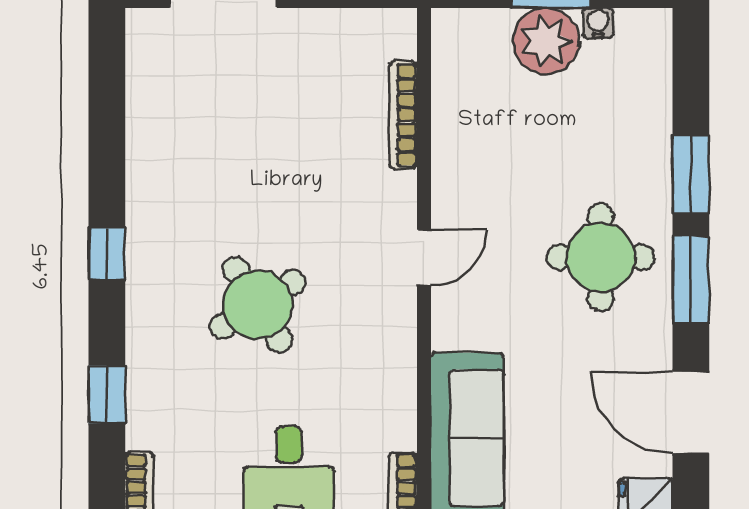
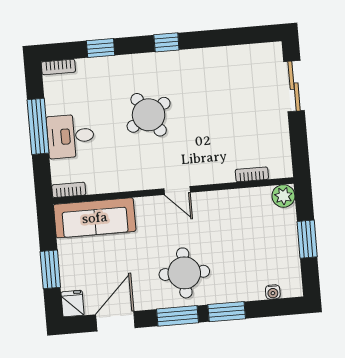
water cooler: (598, 23) -> (273, 292), moved, turned 90
plant: (546, 41) -> (283, 196), moved, width x0.73, depth x0.73
bookcase: (403, 115) -> (252, 174), width x0.64

